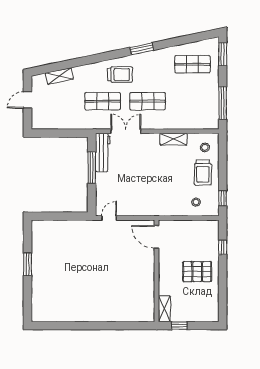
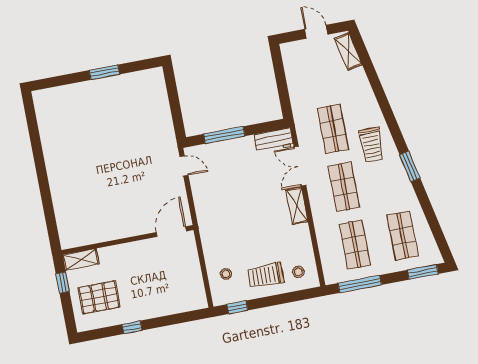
shelving: (59, 76) -> (348, 51), moved
shop shelf: (192, 101) -> (355, 245), added
double door: (126, 131) -> (300, 166), swing flipped
shelving: (173, 139) -> (297, 206), moved
workbench: (103, 152) -> (274, 140), width x0.73
window: (92, 168) -> (224, 135), moved
window: (223, 247) -> (132, 327), moved
pallet: (197, 272) -> (99, 297), moved, turned 90

